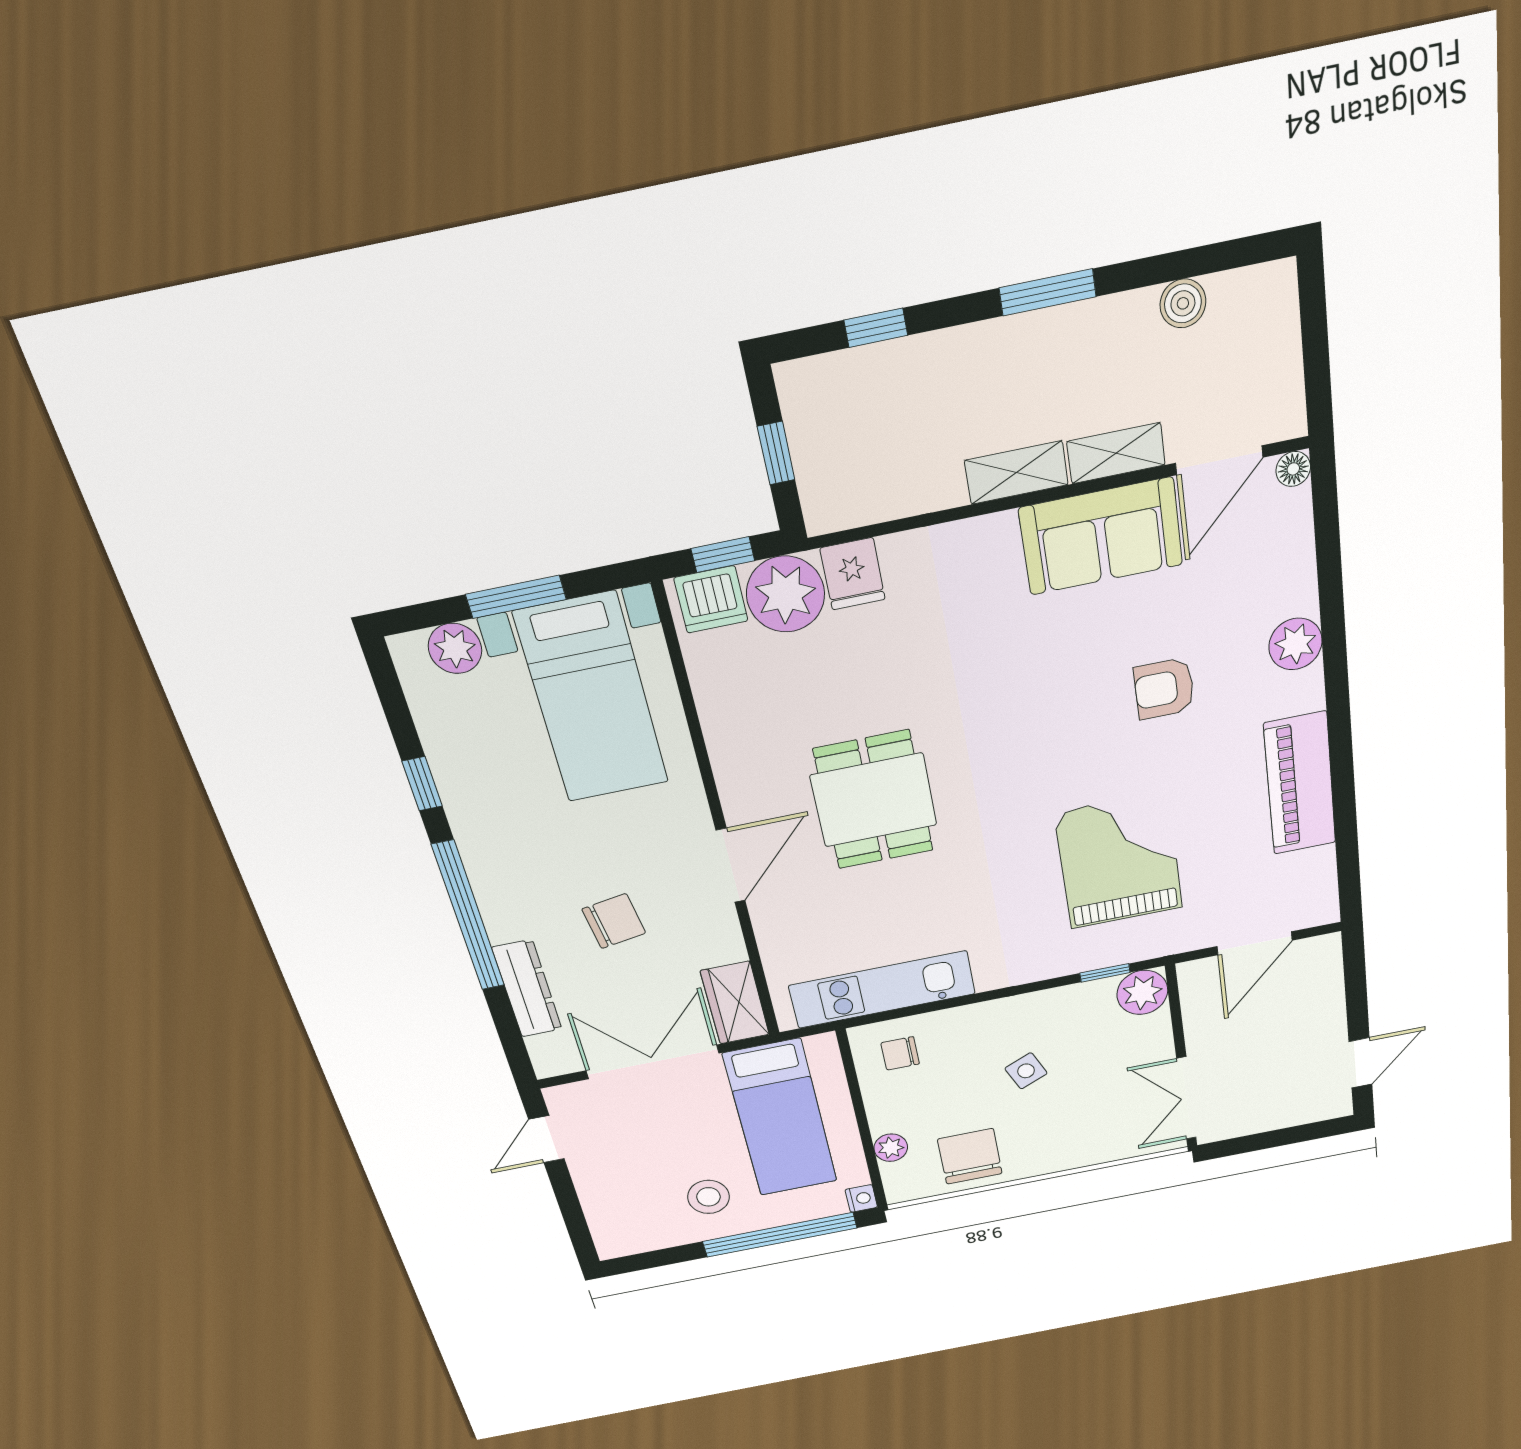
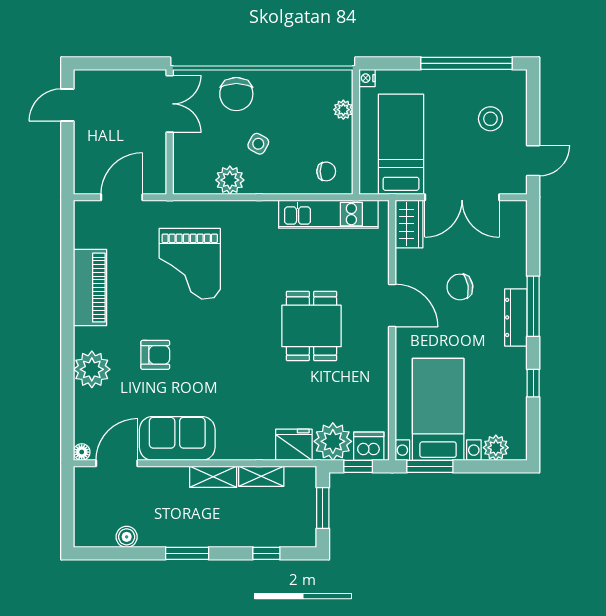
window: (776, 453) -> (323, 508), width x1.50
shelving: (1116, 453) -> (261, 476), moved
fridge: (853, 574) -> (294, 445), width x1.38
window: (516, 597) -> (430, 466), moved
plant: (1295, 644) -> (92, 369), width x1.36, depth x1.36
door: (731, 865) -> (392, 305), swing flipped
window: (468, 916) -> (533, 306), width x0.68
window: (1105, 973) -> (206, 197), removed
dresser: (527, 989) -> (516, 317), moved
plant: (1142, 992) -> (230, 180), moved
side table: (1026, 1071) -> (258, 144), turned -37
chair: (970, 1156) -> (236, 94), moved
stool: (708, 1197) -> (490, 119), moved
window: (780, 1235) -> (466, 63), moved

